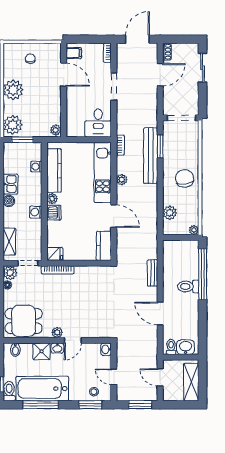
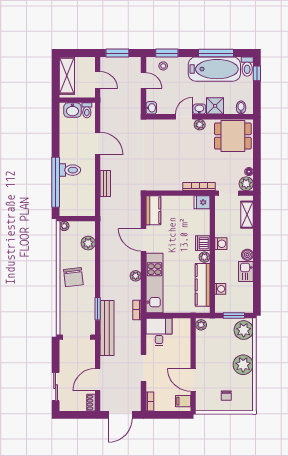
bench: (151, 156) -> (107, 328), moved

